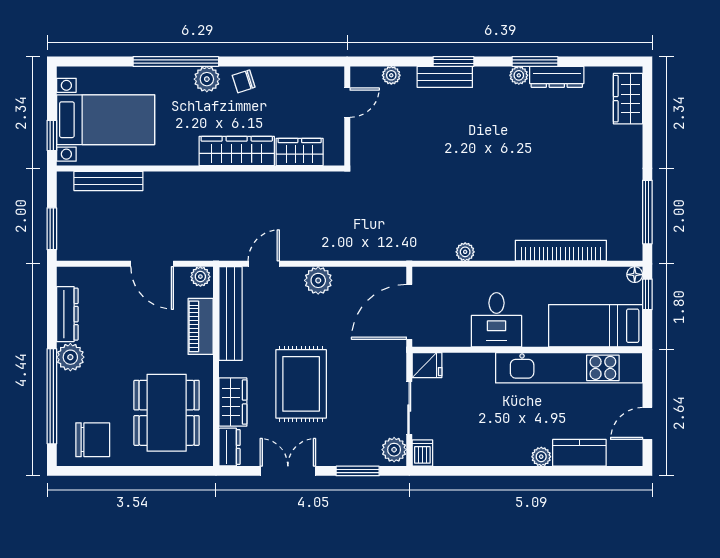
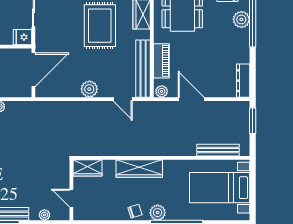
door: (347, 103) -> (71, 198), hinge flipped
window: (52, 135) -> (253, 178), removed
wardrobe: (300, 152) -> (88, 168), moved
door: (264, 264) -> (123, 99), hinge flipped
dresser: (67, 314) -> (243, 81), moved
plant: (70, 357) -> (241, 19), moved

